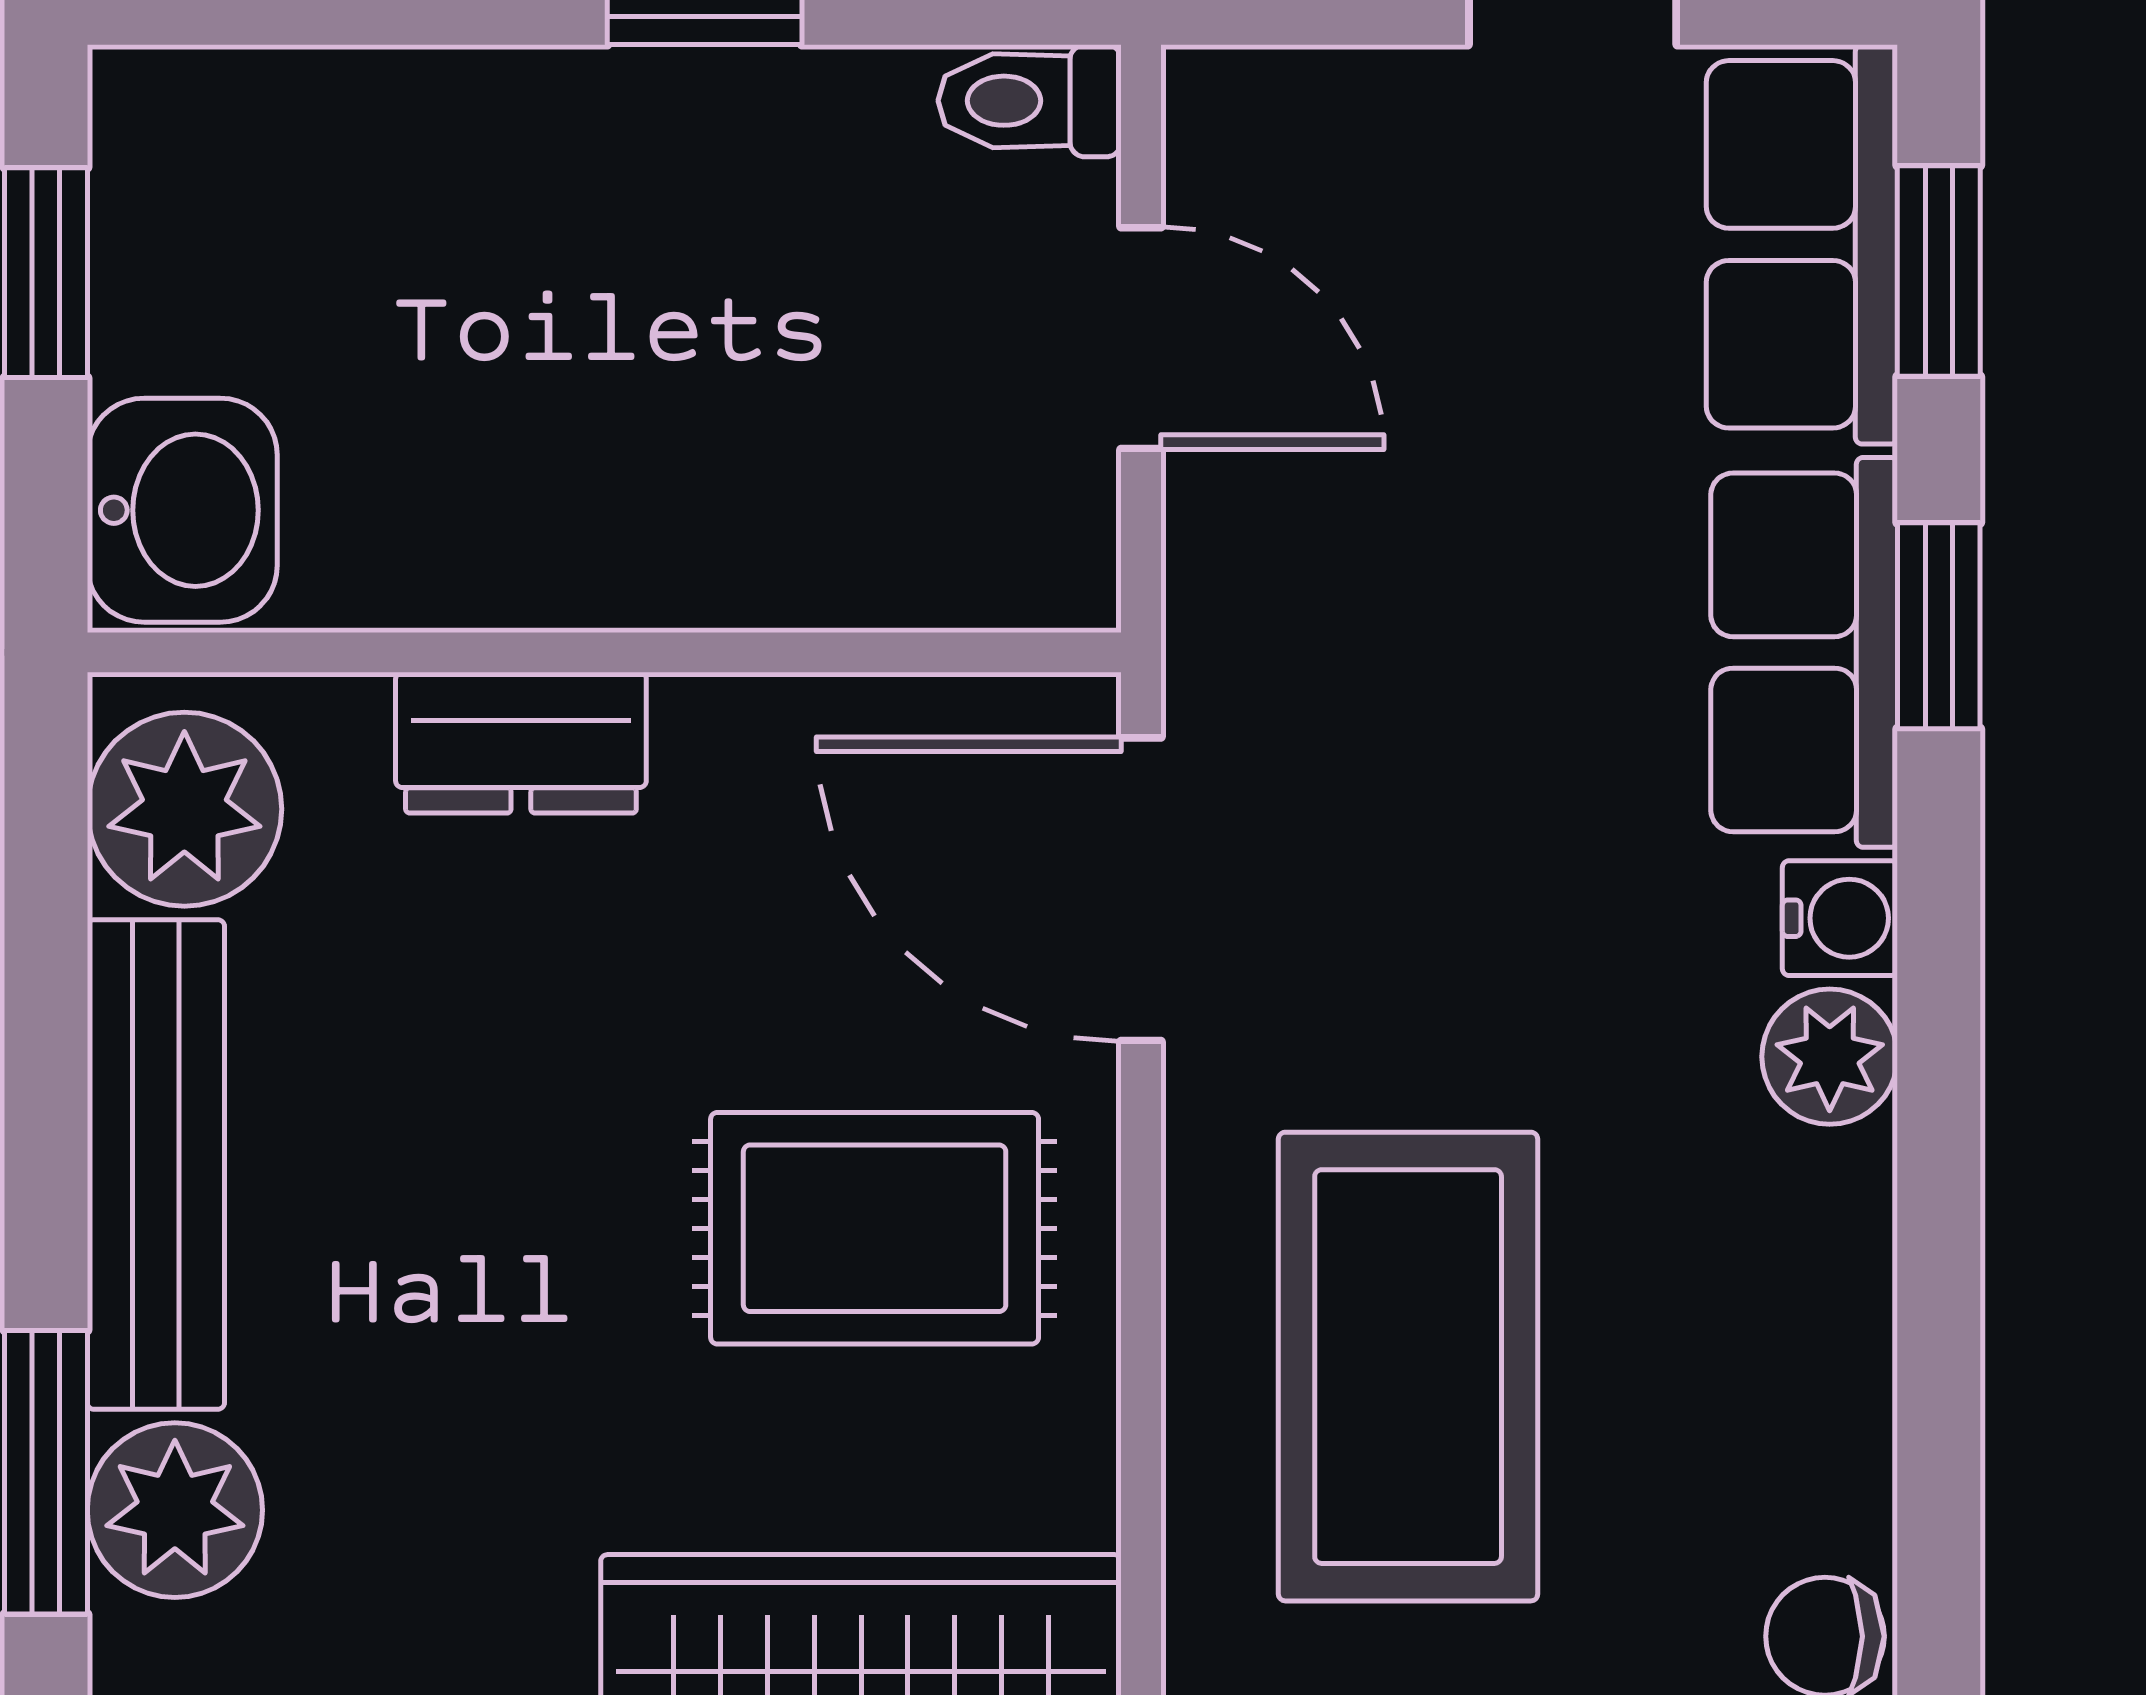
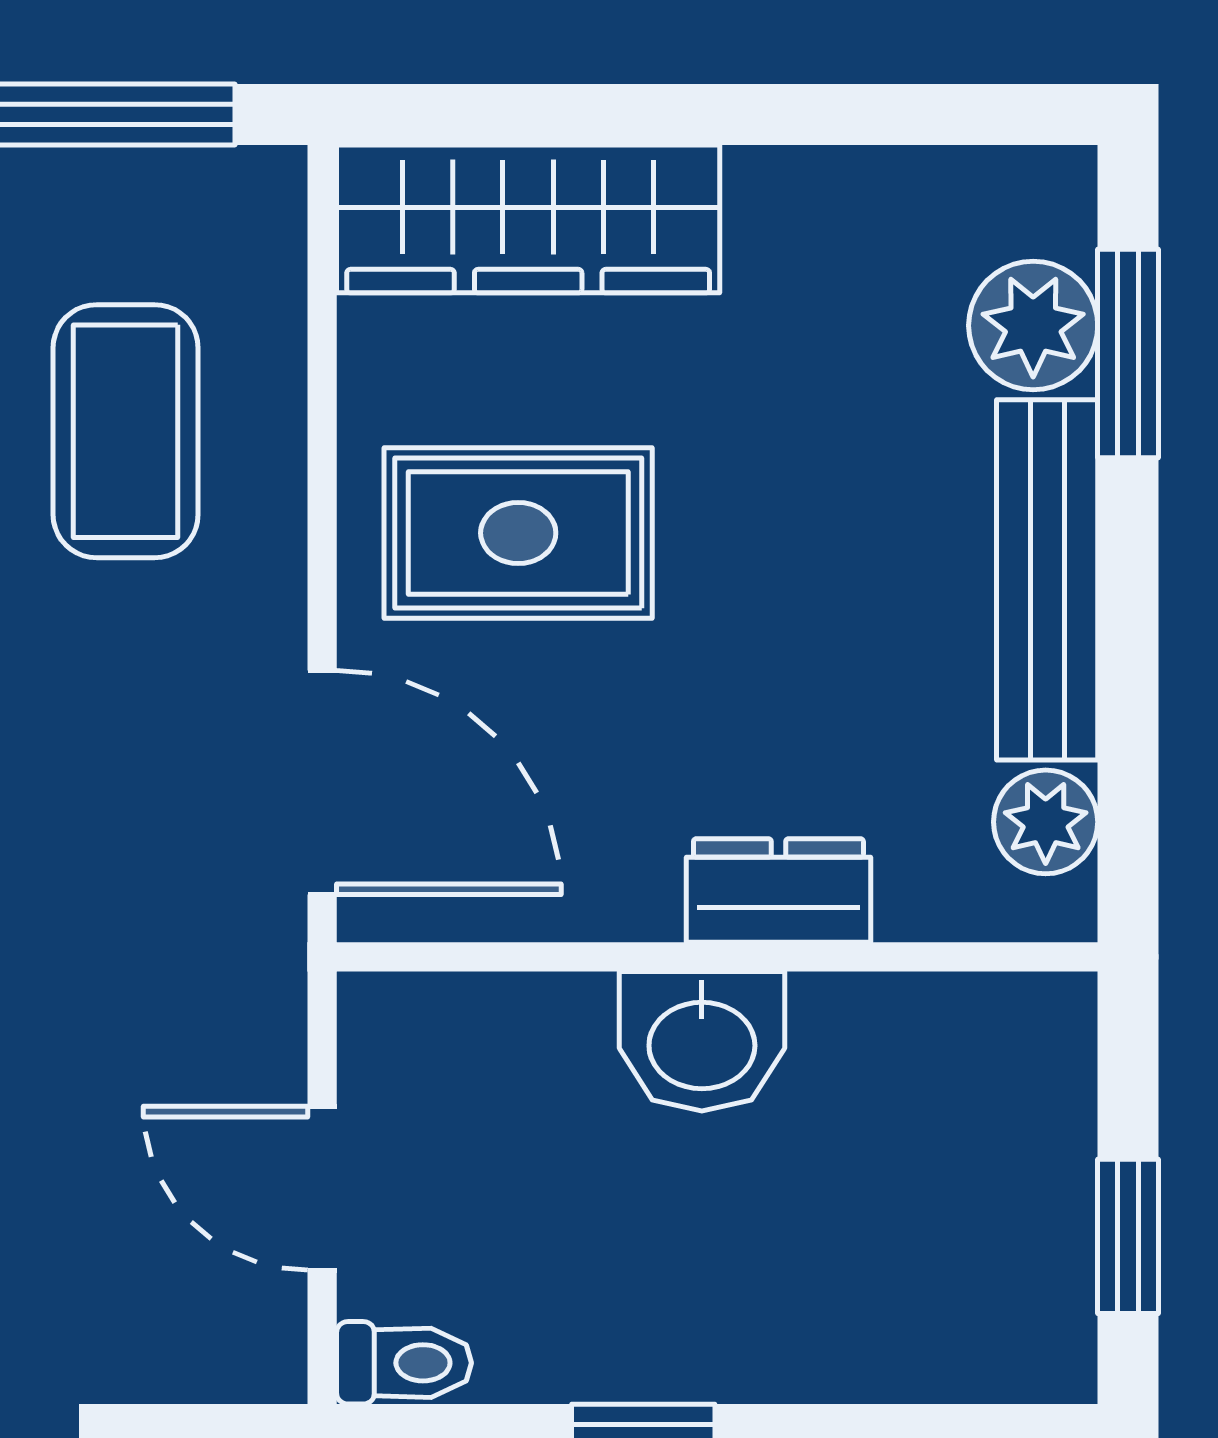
washbasin: (182, 510) -> (702, 1041), moved, turned -90
plant: (184, 809) -> (1046, 822), width x0.73, depth x0.73
coffee table: (1408, 1367) -> (126, 431), width x0.73, depth x0.76

